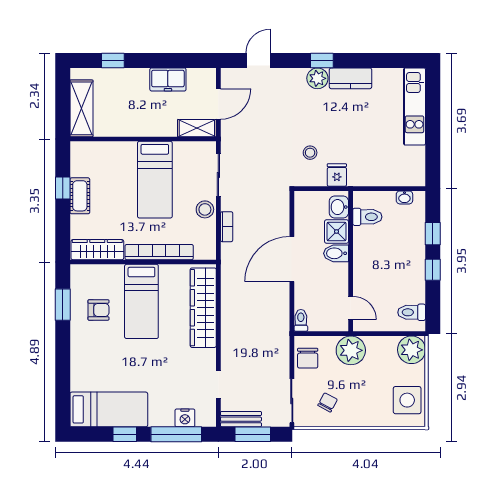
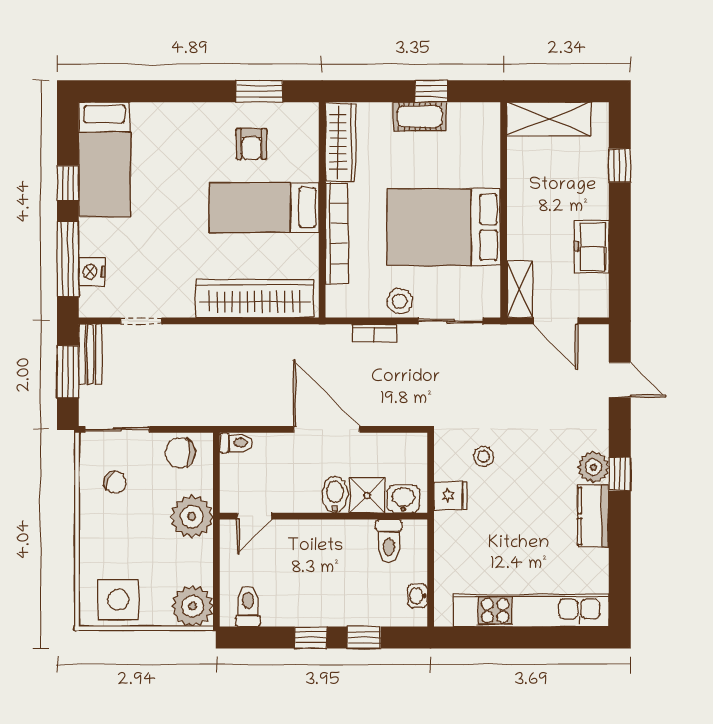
kitchen unit: (415, 106) -> (531, 611), width x1.36
bed: (155, 180) -> (444, 227), width x1.50

